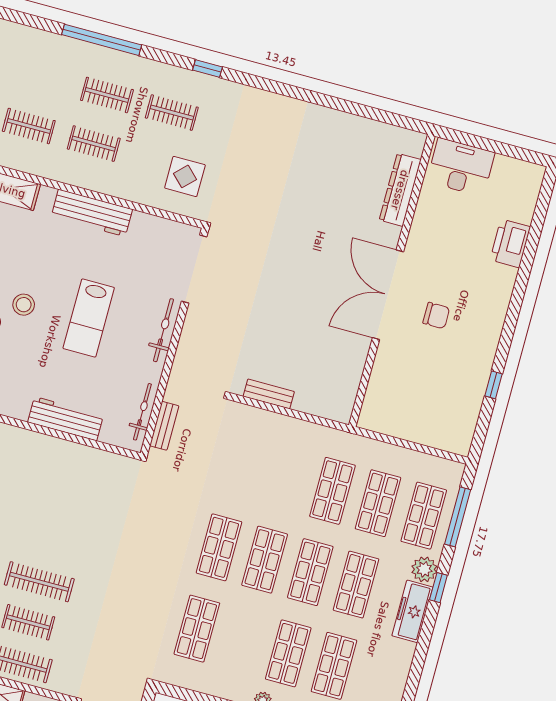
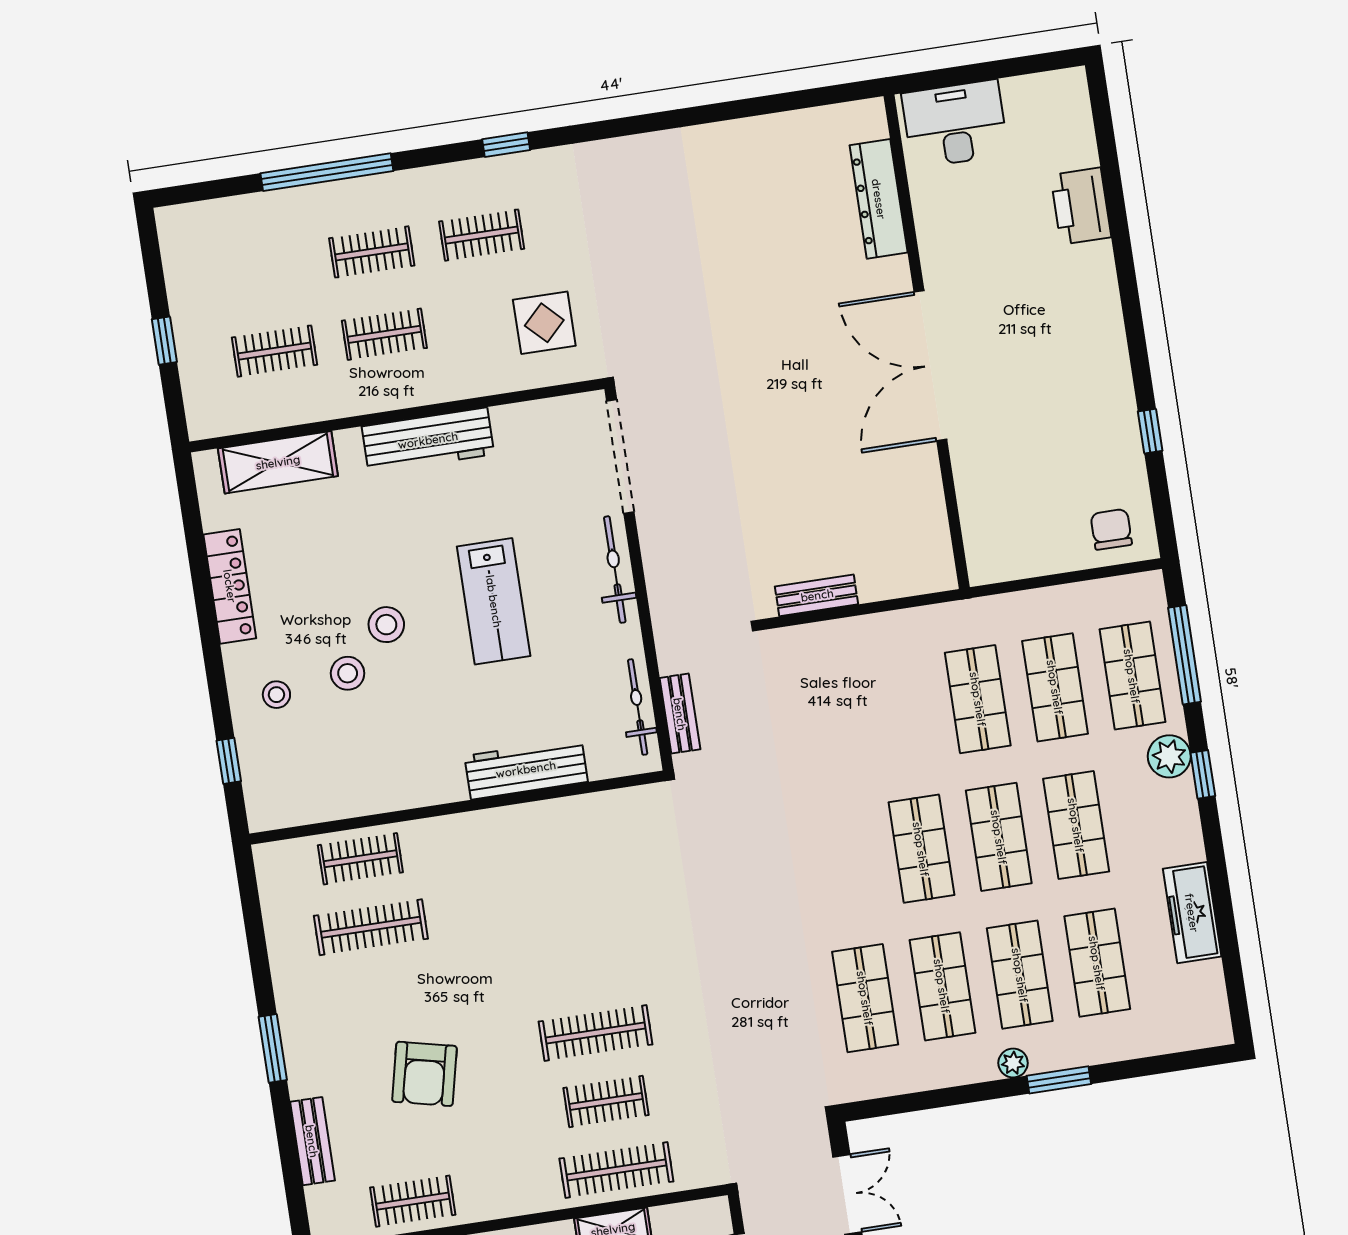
chair: (436, 316) -> (1111, 529), moved, turned -90
shop shelf: (219, 547) -> (942, 986), moved
freezer: (412, 611) -> (1192, 913), moved

